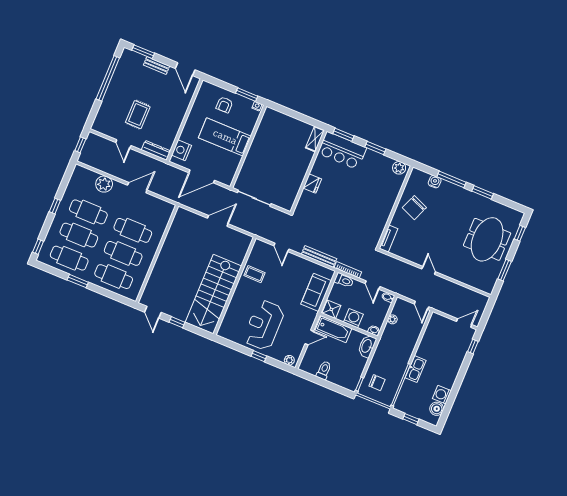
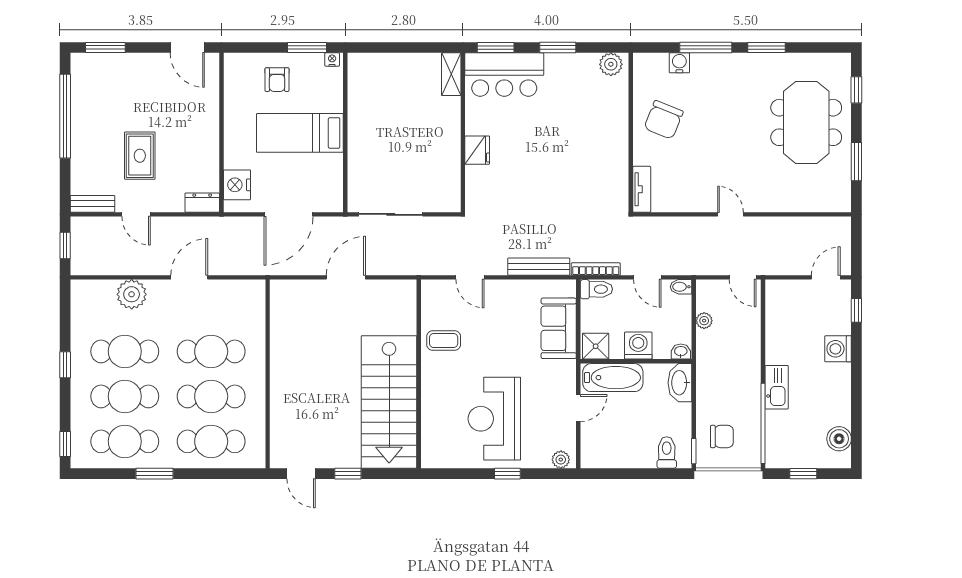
bench: (157, 66) -> (92, 204), moved
dresser: (156, 150) -> (202, 203), width x0.70
toilet: (324, 370) -> (667, 453), moved
washing machine: (442, 395) -> (838, 349), moved

